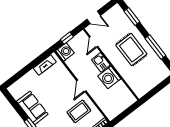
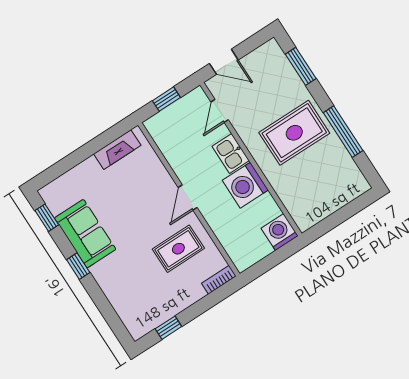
rug: (131, 50) -> (294, 133), turned 90
washing machine: (65, 52) -> (280, 232), moved, turned -90
window: (13, 102) -> (47, 218), added

